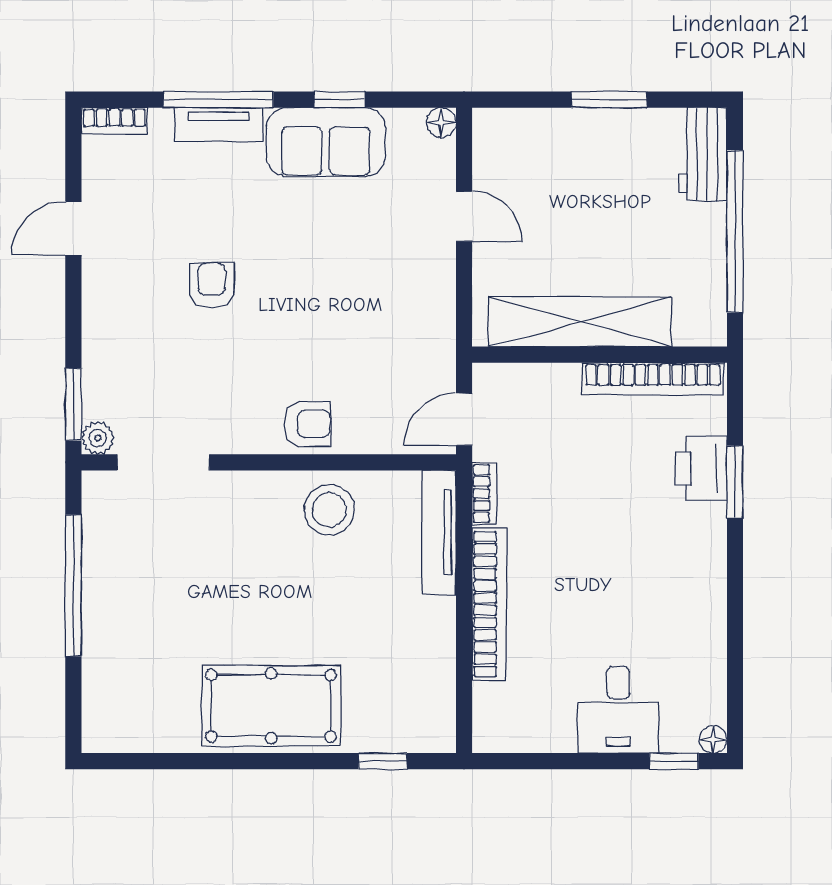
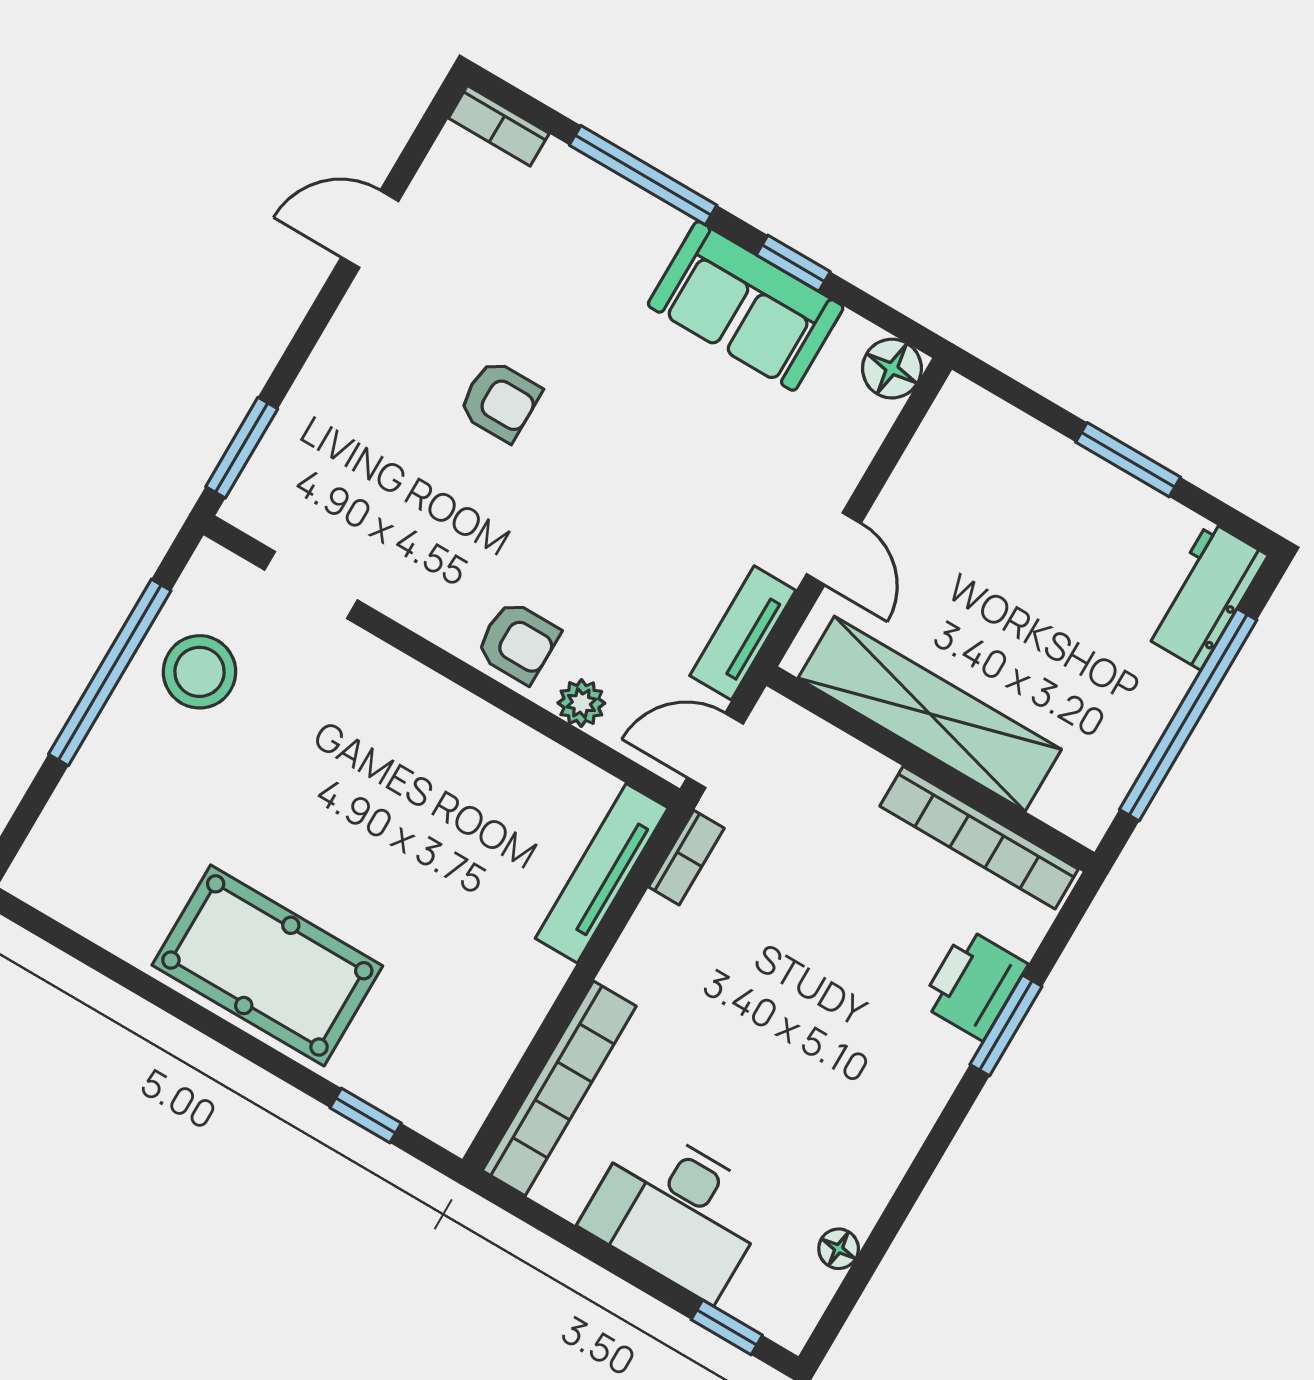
floor lamp: (441, 123) -> (892, 369), width x1.37, depth x1.37
tv unit: (219, 125) -> (743, 633), moved, turned 90
door: (464, 216) -> (834, 549), moved
armchair: (212, 285) -> (500, 401), turned 90
plant: (98, 438) -> (581, 703), moved
doorway: (163, 462) -> (311, 585), width x0.73
stool: (329, 510) -> (200, 672), moved
bookcase: (489, 604) -> (559, 1088), moved
desk: (618, 710) -> (677, 1212), width x1.37
floor lamp: (713, 739) -> (839, 1249), moved

